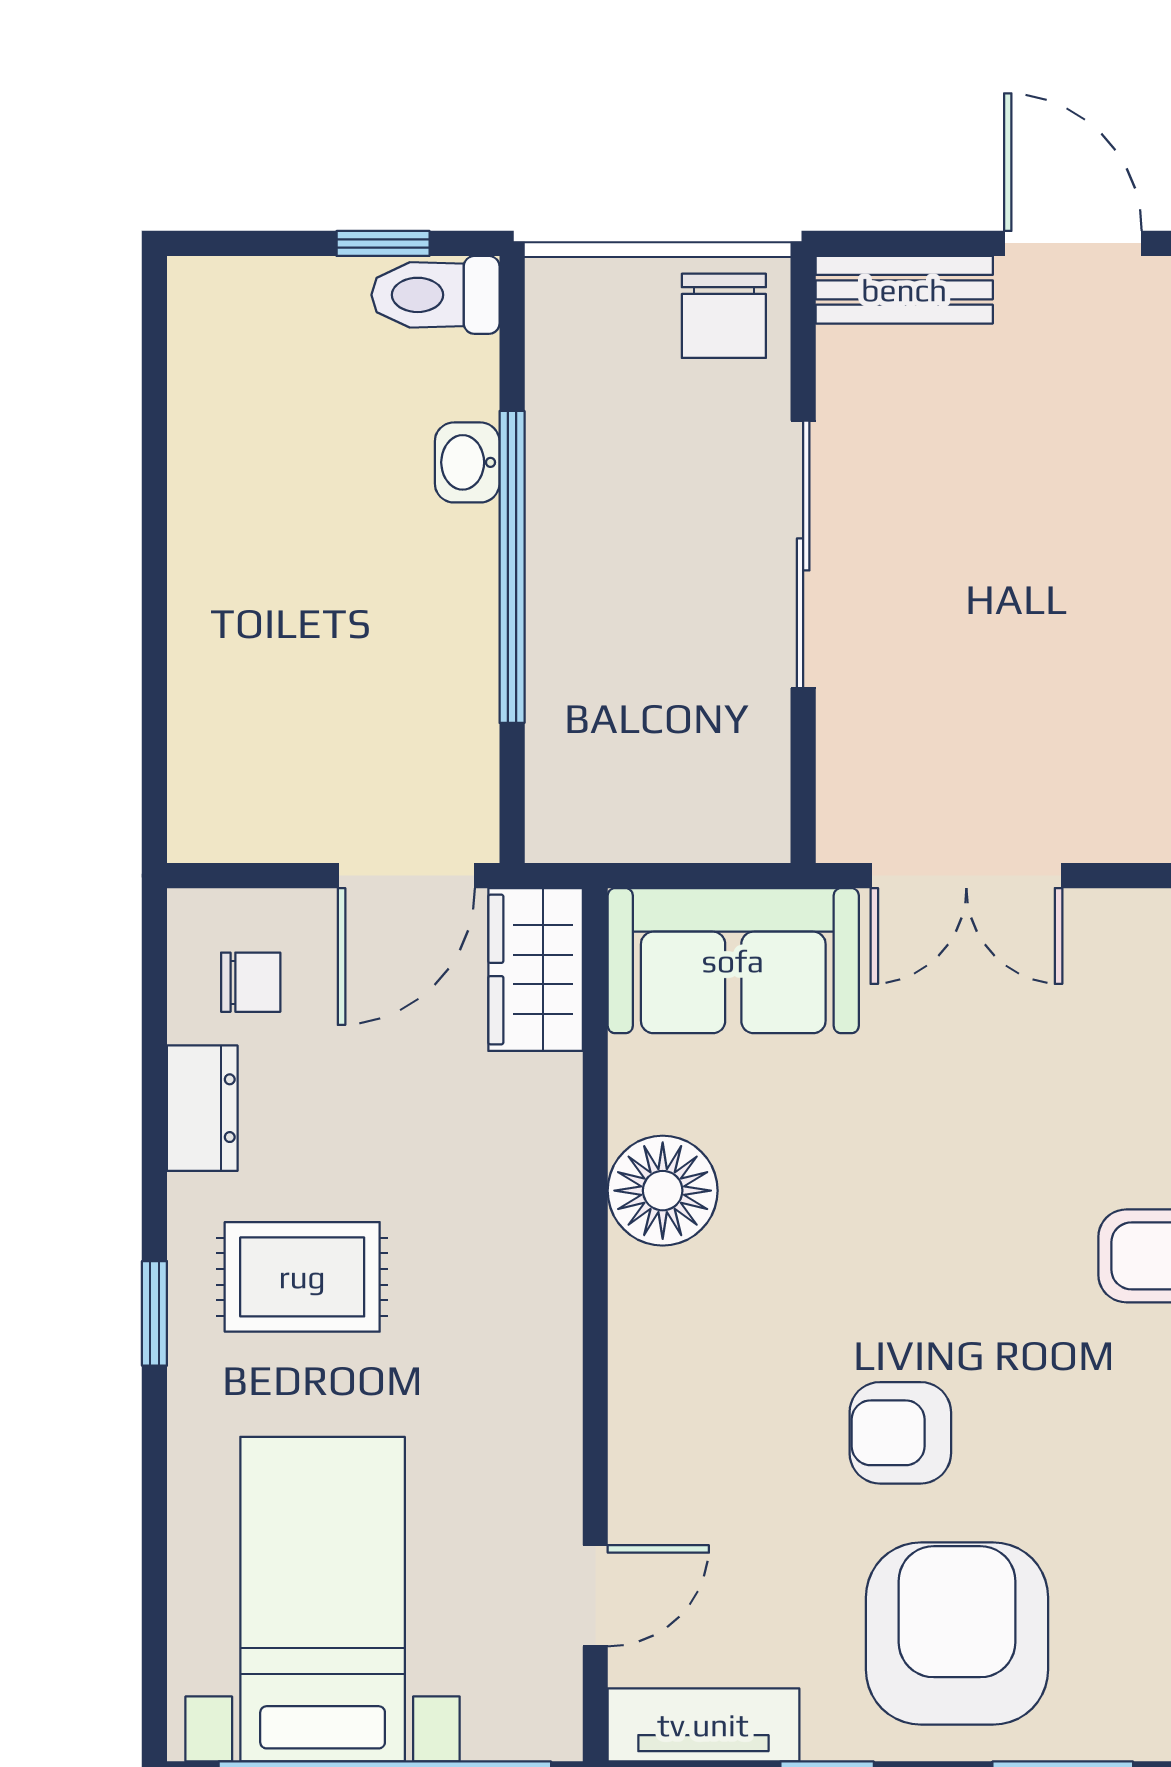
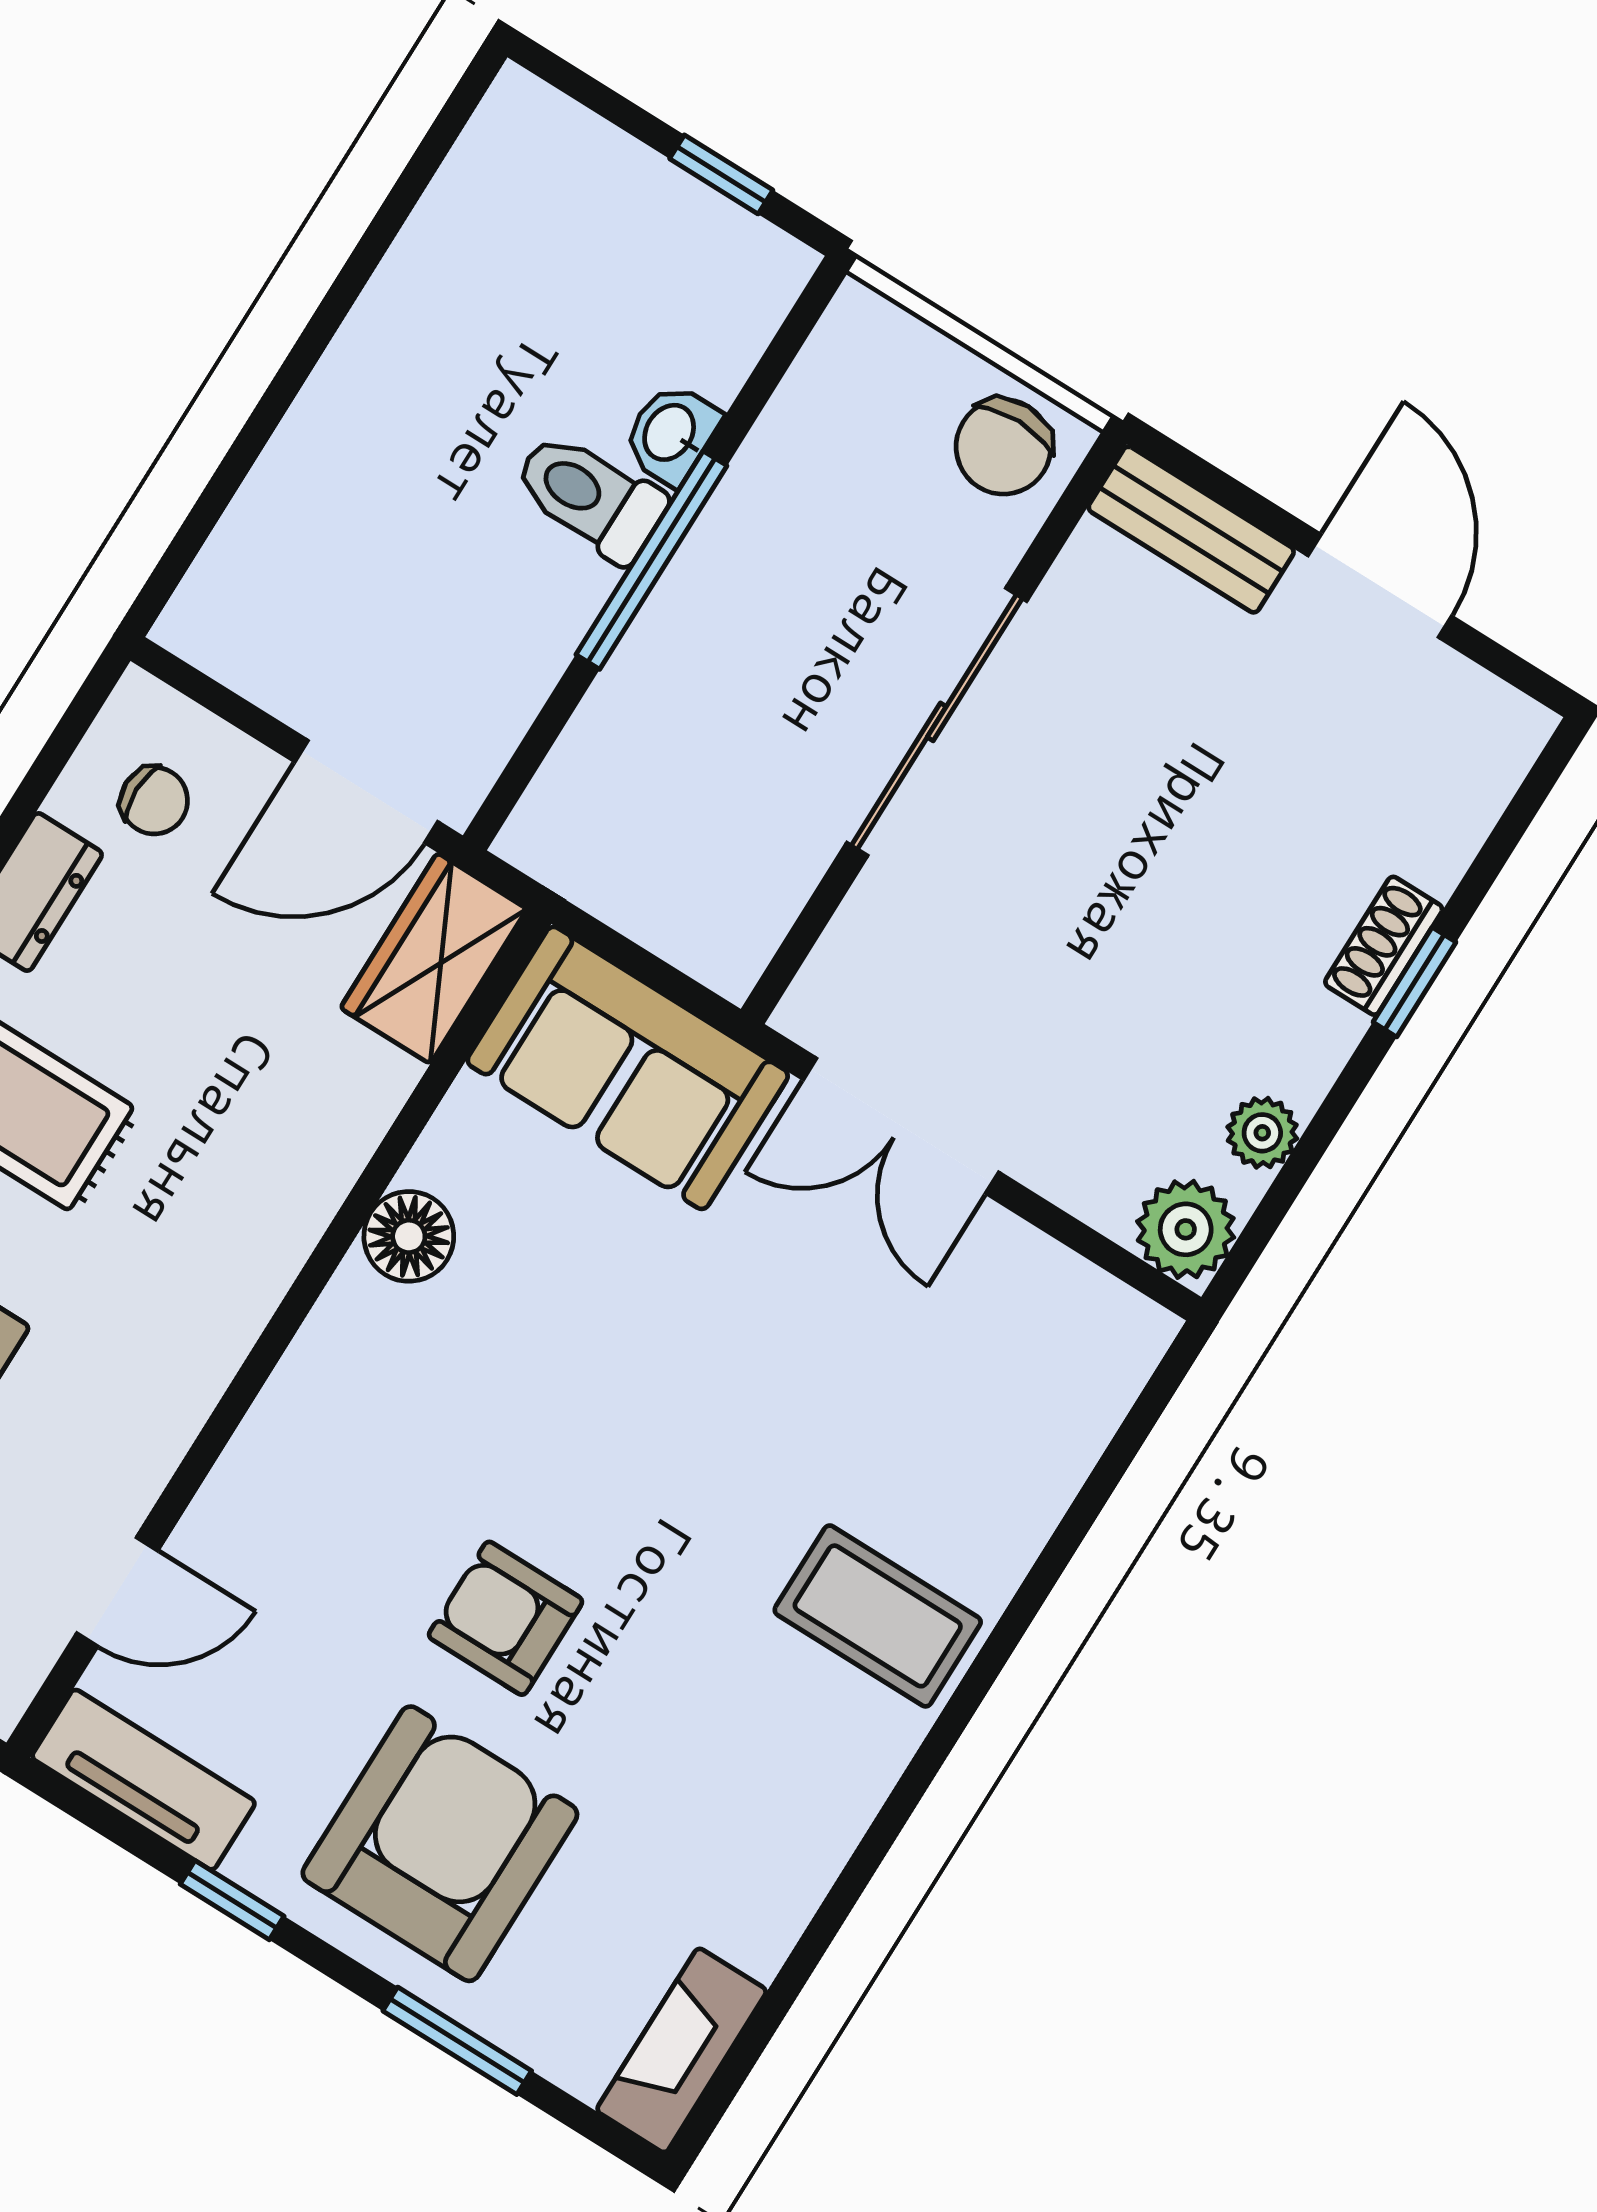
toilet: (436, 295) -> (590, 496), moved
window: (512, 567) -> (651, 560), width x0.68
floor lamp: (663, 1191) -> (409, 1236), width x0.73, depth x0.73

